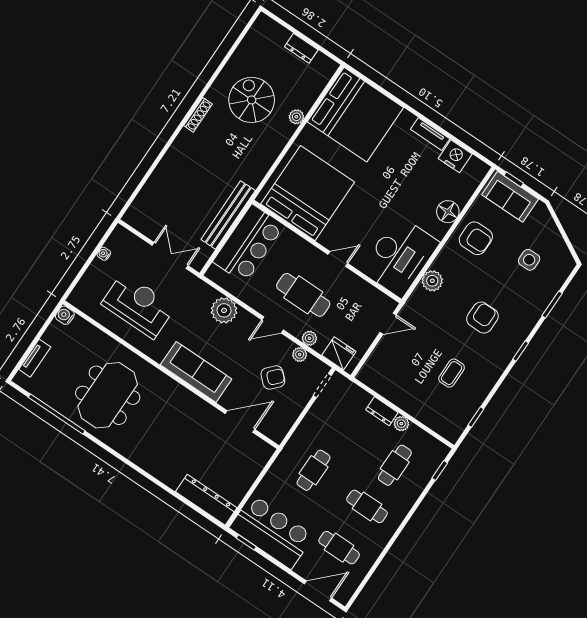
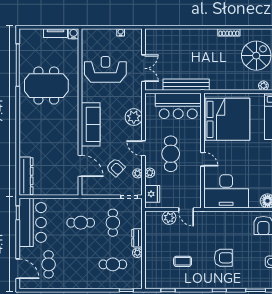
plant: (432, 281) -> (169, 218), moved
reception desk: (138, 305) -> (105, 69), turned -90
tv unit: (35, 358) -> (56, 33), moved
cafe table: (367, 506) -> (113, 223), moved

